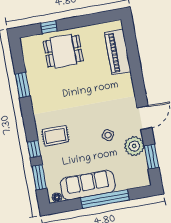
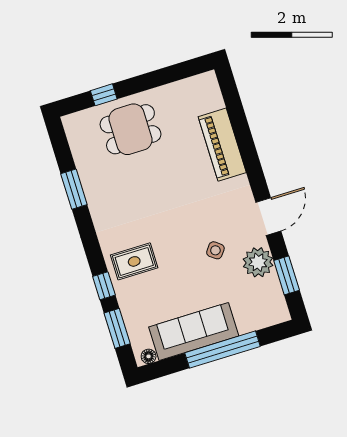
piano: (118, 52) -> (222, 145), moved

